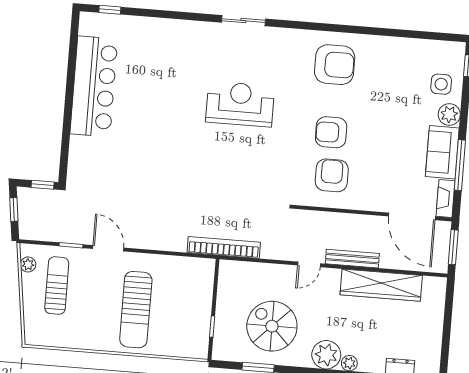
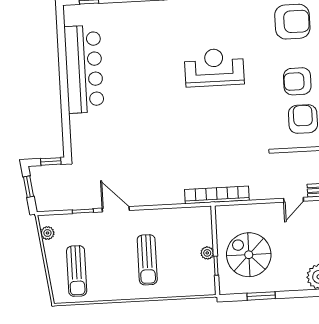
sun lounger: (57, 286) -> (77, 271), moved, turned 180
sun lounger: (136, 310) -> (147, 260), width x0.73, depth x0.75
plant: (204, 311) -> (207, 253), added
spiral stairs: (272, 326) -> (249, 255), moved

